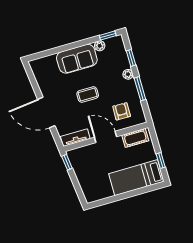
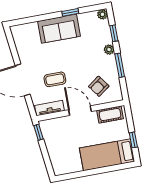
window: (108, 36) -> (70, 12), moved
plant: (100, 46) -> (102, 14), moved
coffee table: (88, 95) -> (55, 79), moved
armchair: (122, 111) -> (99, 86), turned -127

